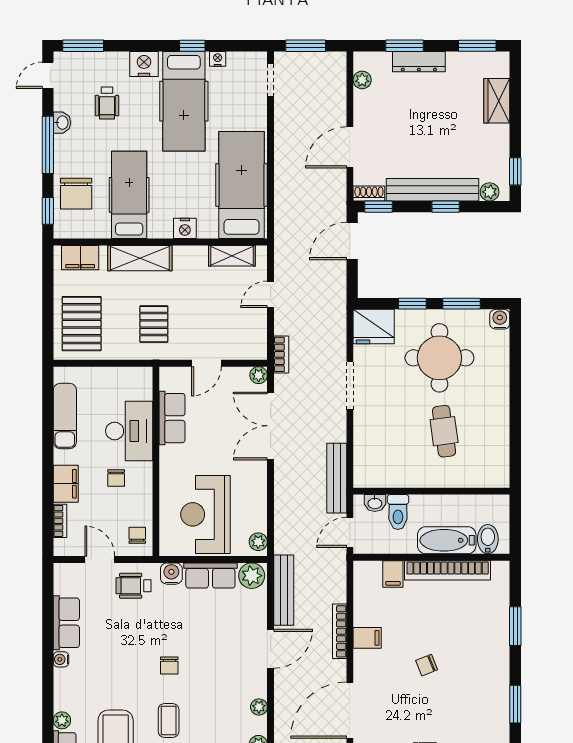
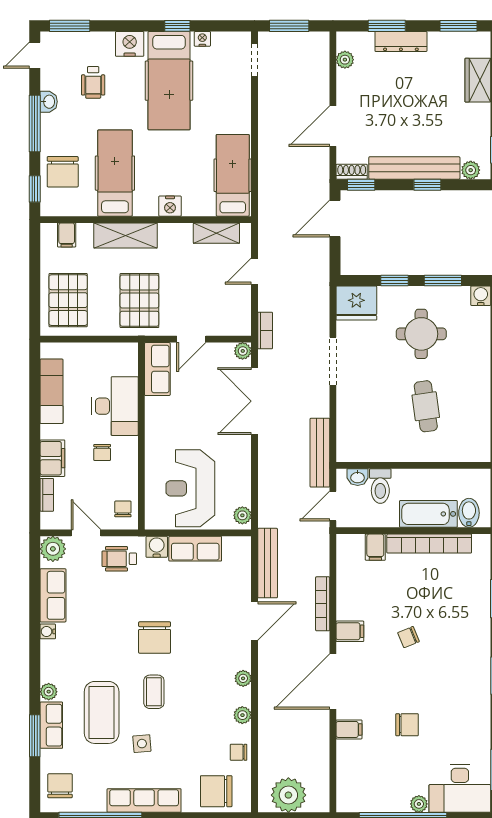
hospital bed: (242, 185) -> (233, 175), width x0.73, depth x0.78
filing cabinet: (80, 258) -> (67, 235), width x0.50
pallet: (154, 324) -> (139, 301), width x1.50, depth x1.42
round table: (439, 358) -> (421, 334), width x0.73, depth x0.73
row of seats: (172, 418) -> (157, 369), moved
plant: (252, 576) -> (53, 549), moved
filing cabinet: (367, 638) -> (350, 631), moved
chair: (169, 666) -> (155, 637), width x1.87, depth x1.87

